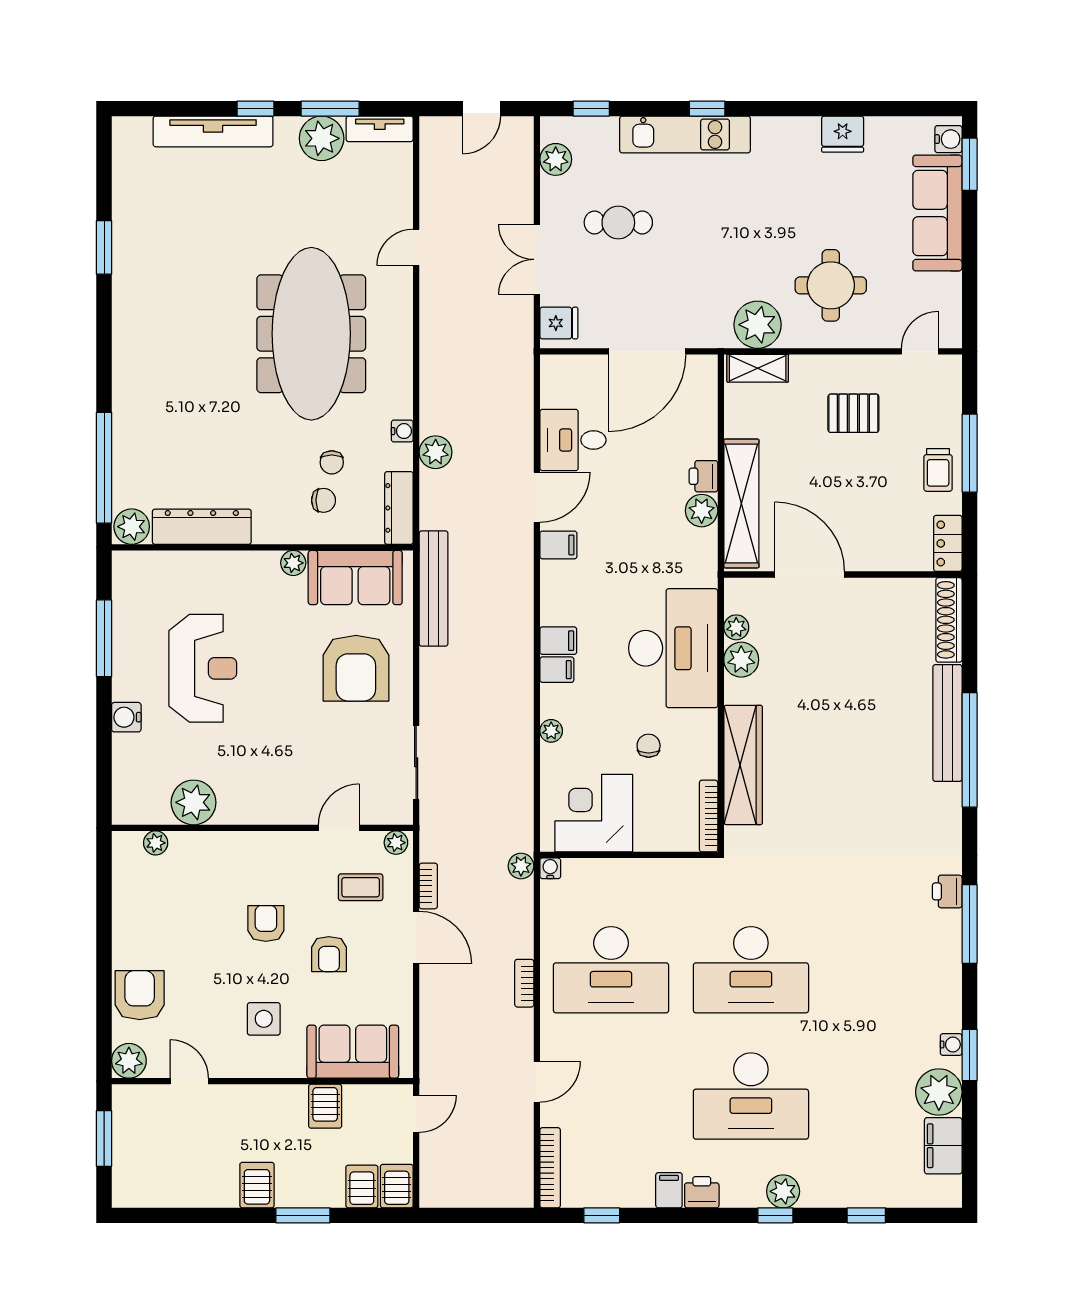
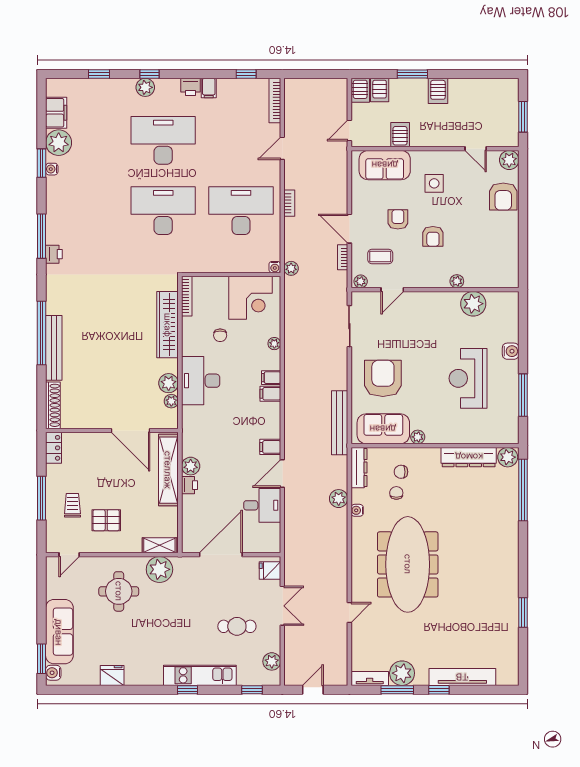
trolley: (938, 470) -> (72, 505), moved
desk: (673, 648) -> (201, 381), width x0.73, depth x0.77
plant: (156, 843) -> (457, 281), moved

